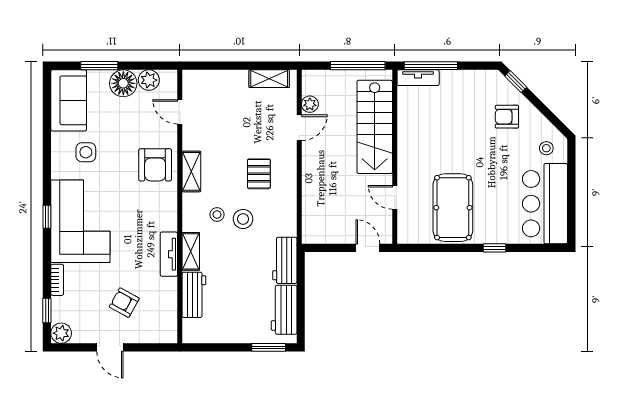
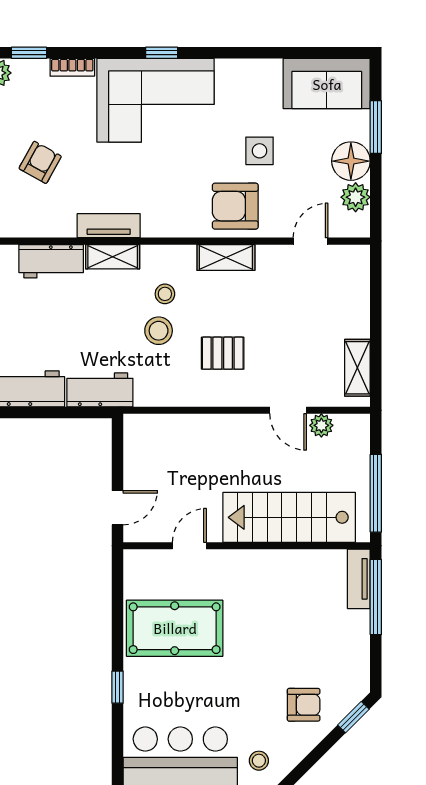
armchair: (507, 117) -> (304, 705), turned 90
side table: (86, 152) -> (260, 151), moved

